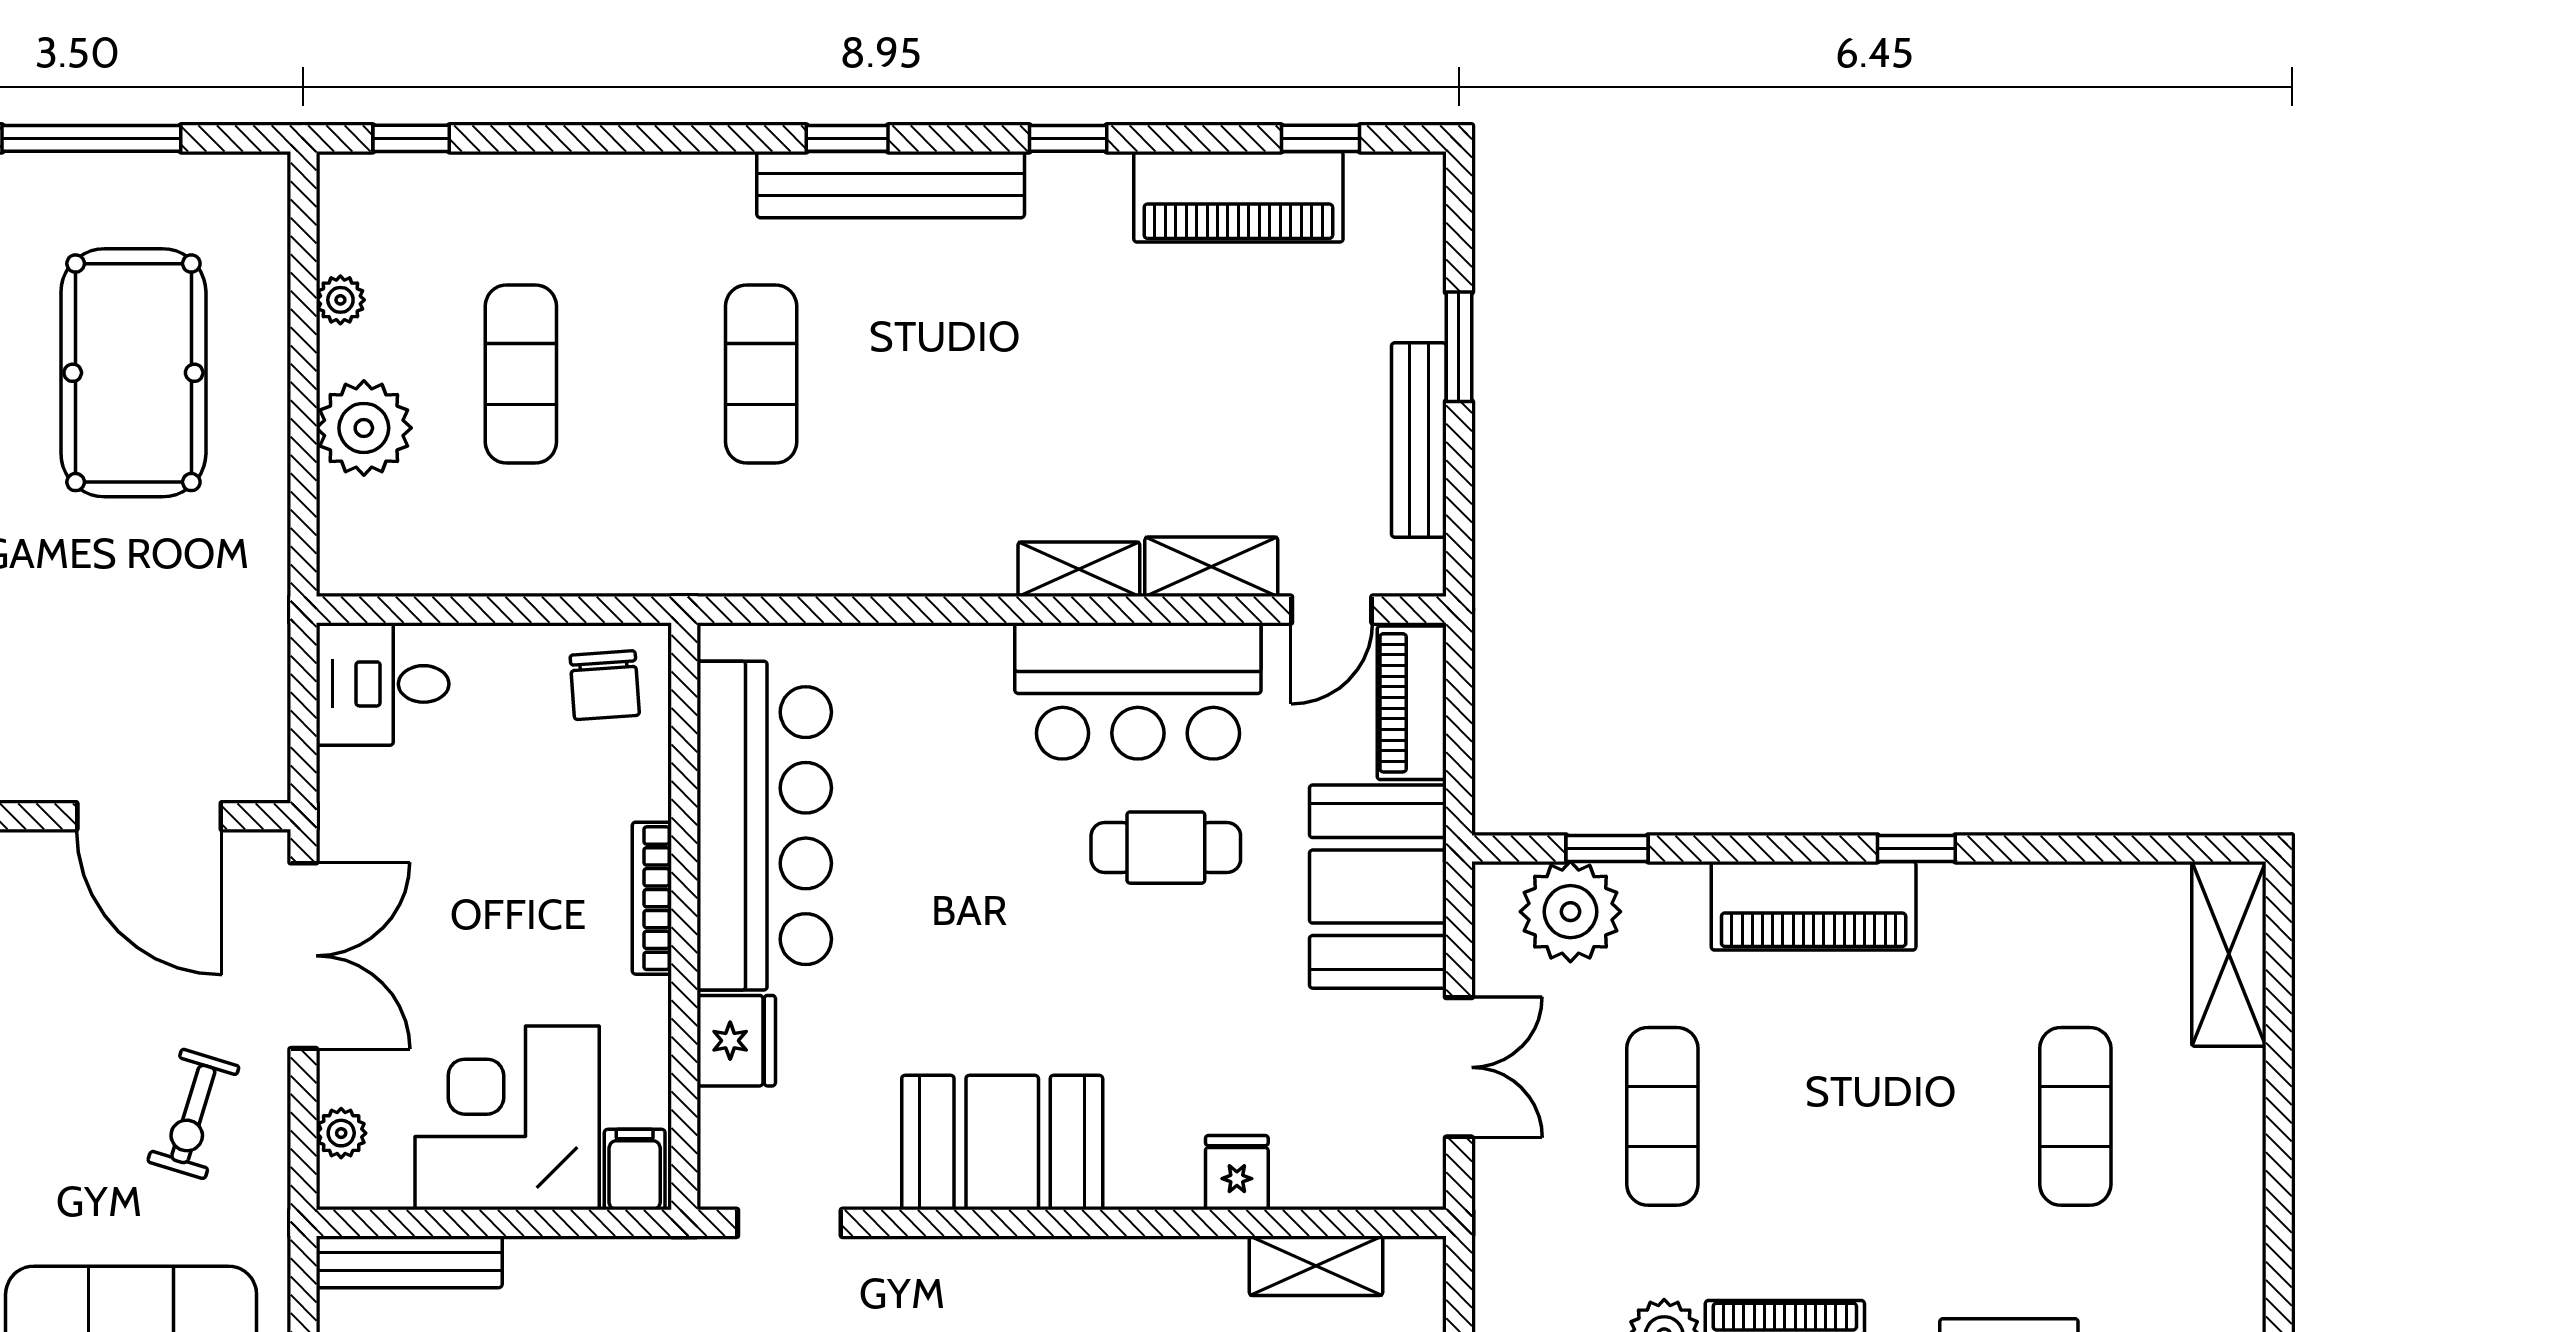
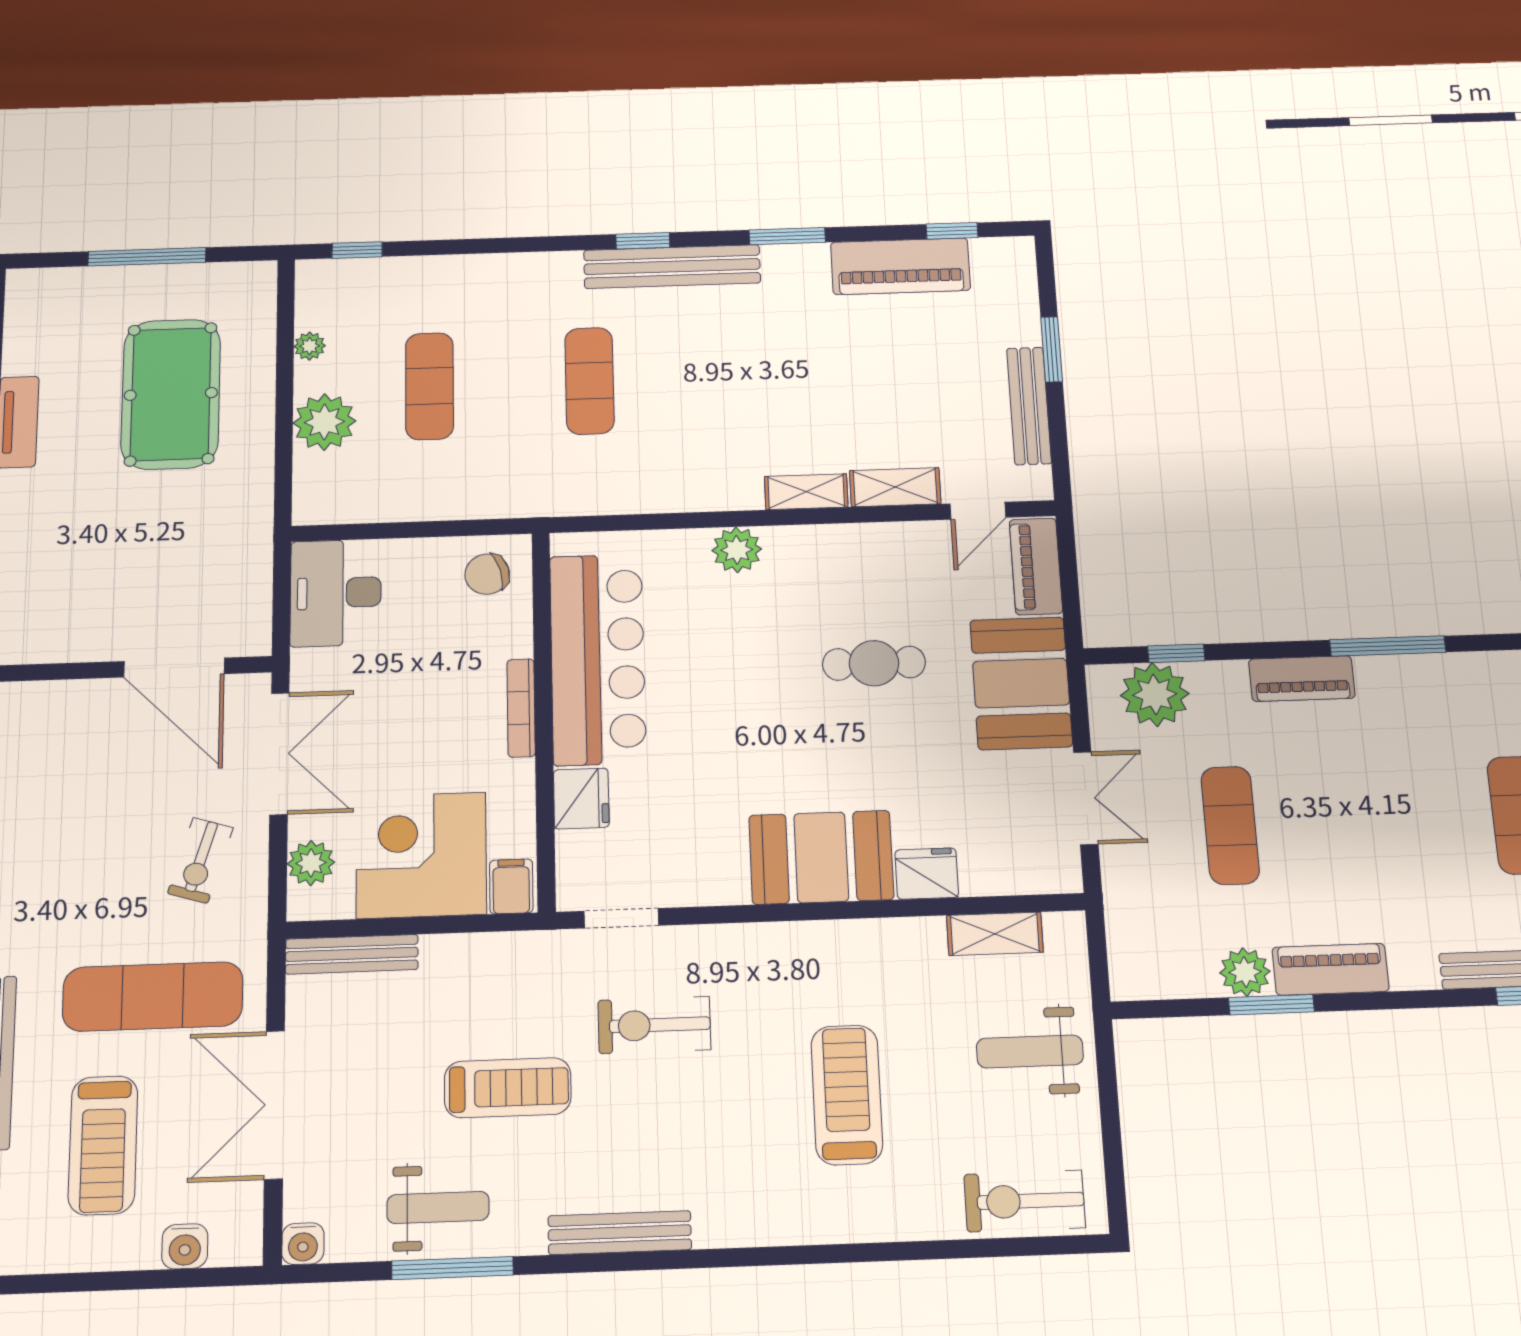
window: (1068, 138) -> (787, 236), width x1.50
plant: (973, 660) -> (737, 550), added
desk: (383, 684) -> (336, 593), width x1.37
chair: (605, 685) -> (487, 574), turned 78
bar counter: (1138, 691) -> (850, 565), removed
window: (1916, 848) -> (1388, 646), width x2.17
piano: (1814, 906) -> (1302, 679), width x0.73, depth x0.75
plant: (341, 1133) -> (311, 863), width x1.38, depth x1.38
booth: (1002, 1143) -> (821, 857), moved
fridge: (1237, 1173) -> (927, 874), width x1.38

